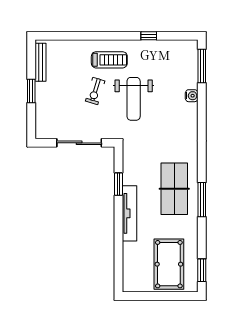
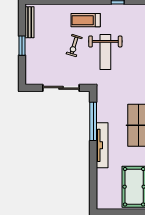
treadmill: (109, 60) -> (86, 20), turned 180
window: (119, 184) -> (93, 121), width x2.11

